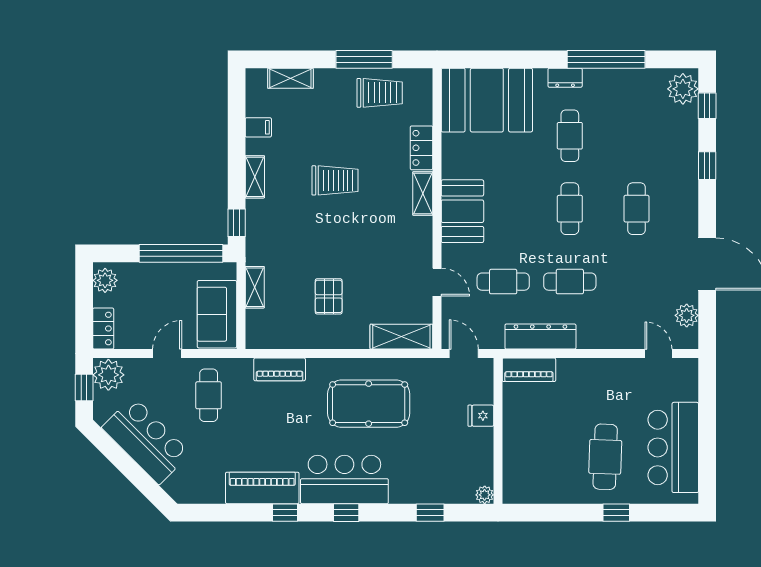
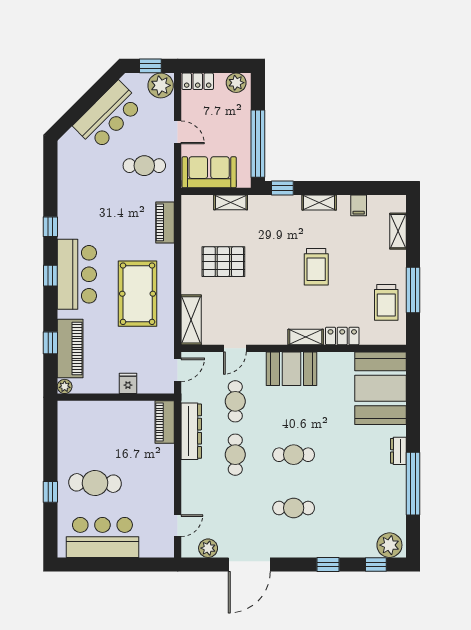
cafe table: (570, 136) -> (352, 455), removed
pallet: (329, 296) -> (223, 262), width x1.50, depth x1.42
piano: (262, 488) -> (70, 348), moved

